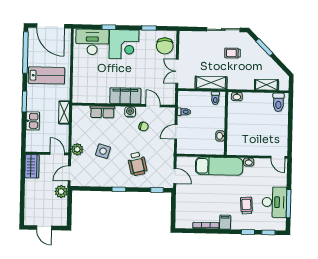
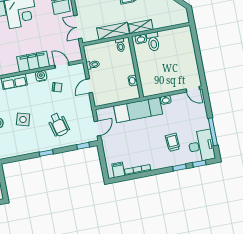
shelving: (266, 85) -> (141, 27), moved
toilet: (278, 102) -> (153, 42), moved
door: (175, 176) -> (97, 128), hinge flipped
desk: (274, 202) -> (201, 146), moved
filing cabinet: (225, 222) -> (118, 170), moved

